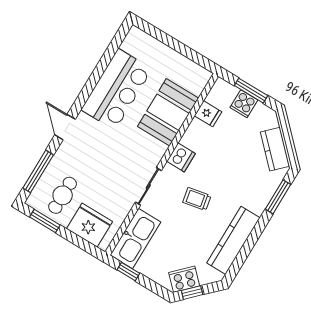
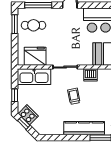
fridge: (90, 225) -> (35, 56), moved, turned -90
kitchen counter: (233, 240) -> (84, 128), moved
window: (128, 272) -> (15, 95), moved

